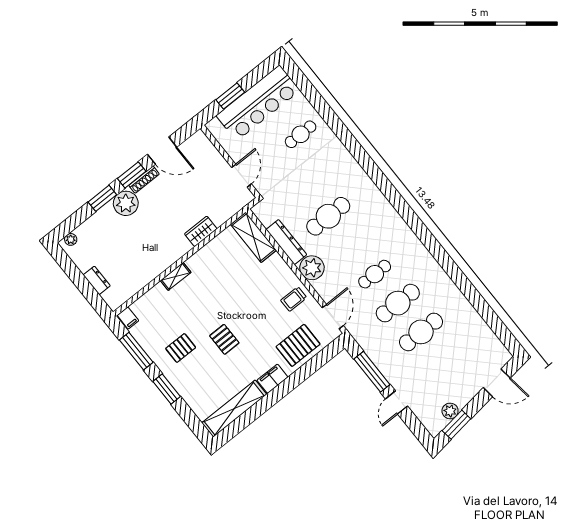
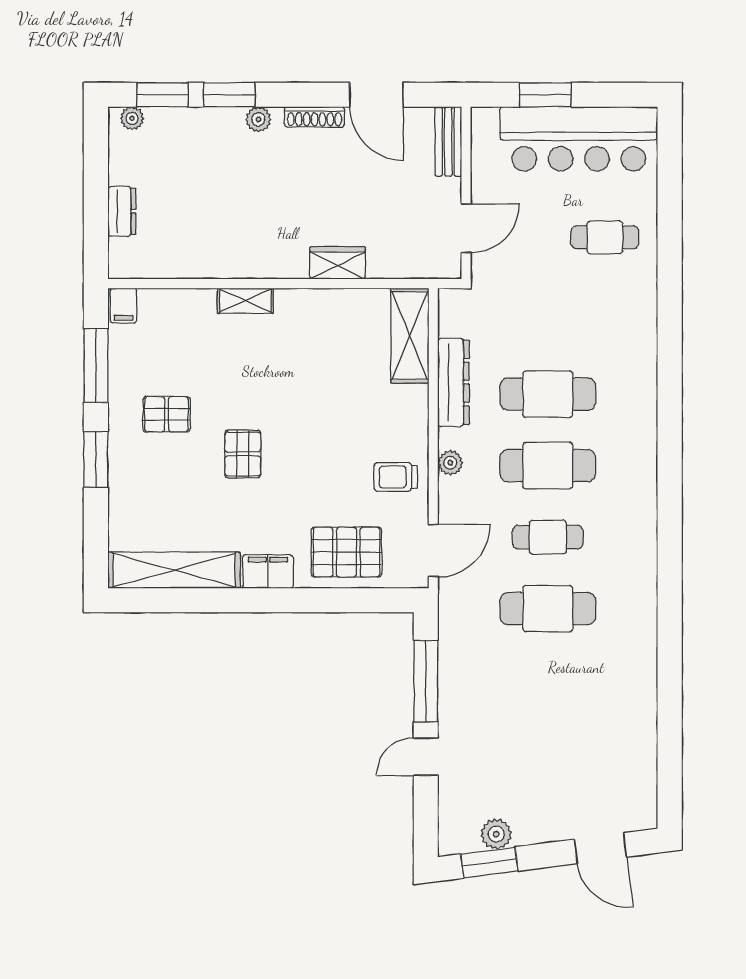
bench: (206, 146) -> (448, 141), added
window: (132, 175) -> (163, 95), moved
plant: (126, 203) -> (258, 119), width x0.53, depth x0.53
plant: (312, 268) -> (450, 463), width x0.53, depth x0.53
cafe table: (421, 332) -> (548, 466), moved

